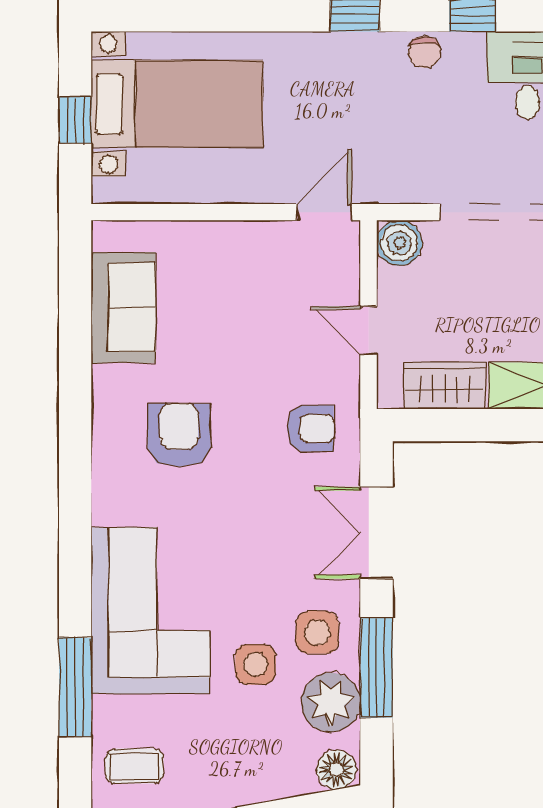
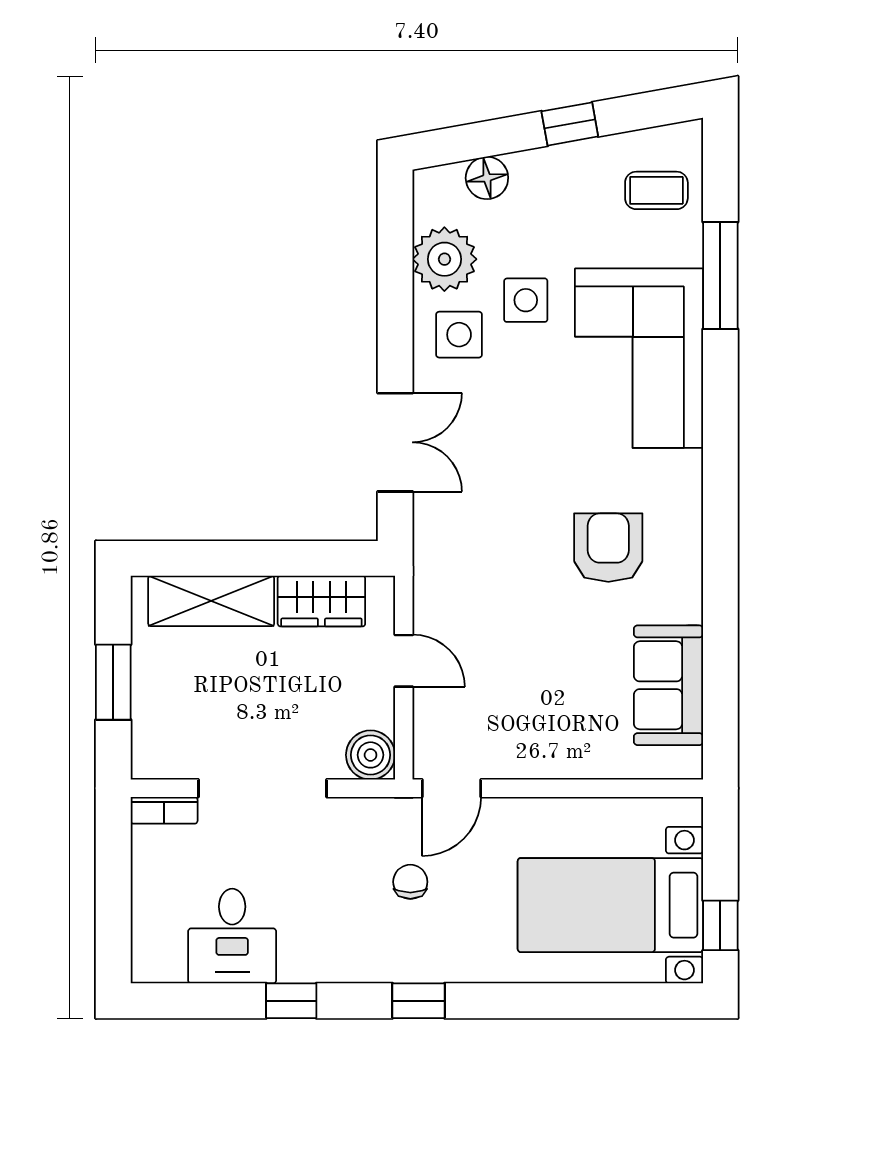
chair: (425, 52) -> (410, 882), moved
window: (75, 120) -> (720, 925), moved
armchair: (310, 428) -> (466, 555), removed
armchair: (179, 435) -> (608, 548), turned 180
window: (377, 668) -> (395, 296), removed
floor lamp: (336, 770) -> (487, 178), moved

